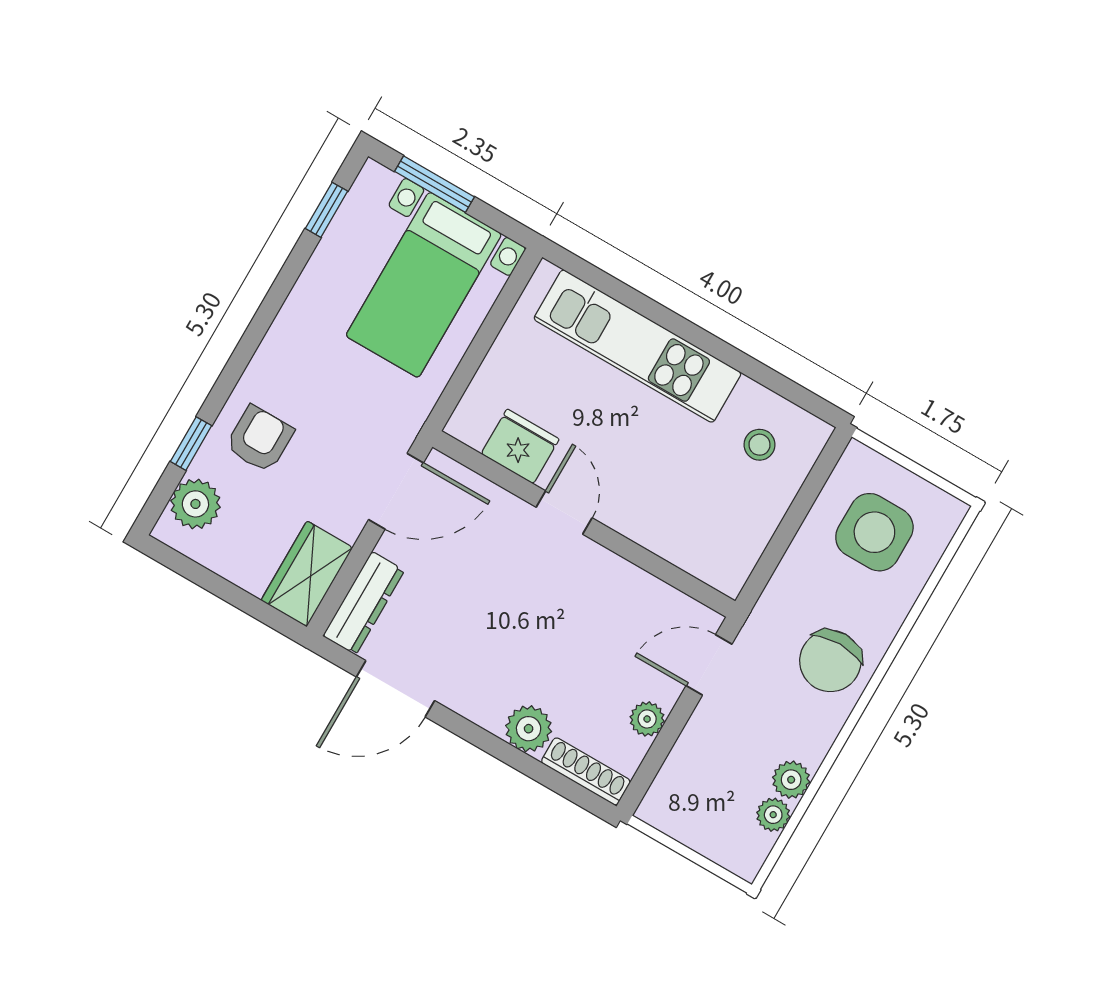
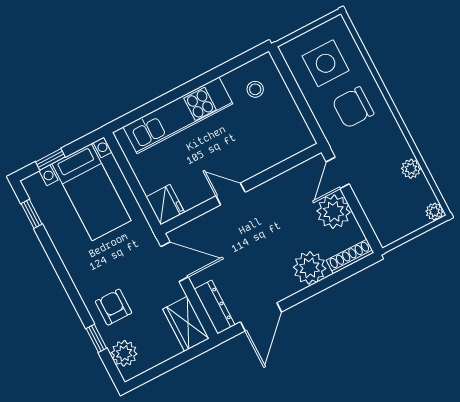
window: (434, 184) -> (50, 159), width x0.67
fridge: (520, 446) -> (165, 205), moved, turned 90
door: (396, 491) -> (174, 262), hinge flipped
chair: (830, 661) -> (353, 107), moved, turned 90
plant: (647, 719) -> (334, 212), width x1.88, depth x1.88
plant: (529, 729) -> (310, 268), width x1.36, depth x1.36
plant: (773, 815) -> (434, 212), moved

